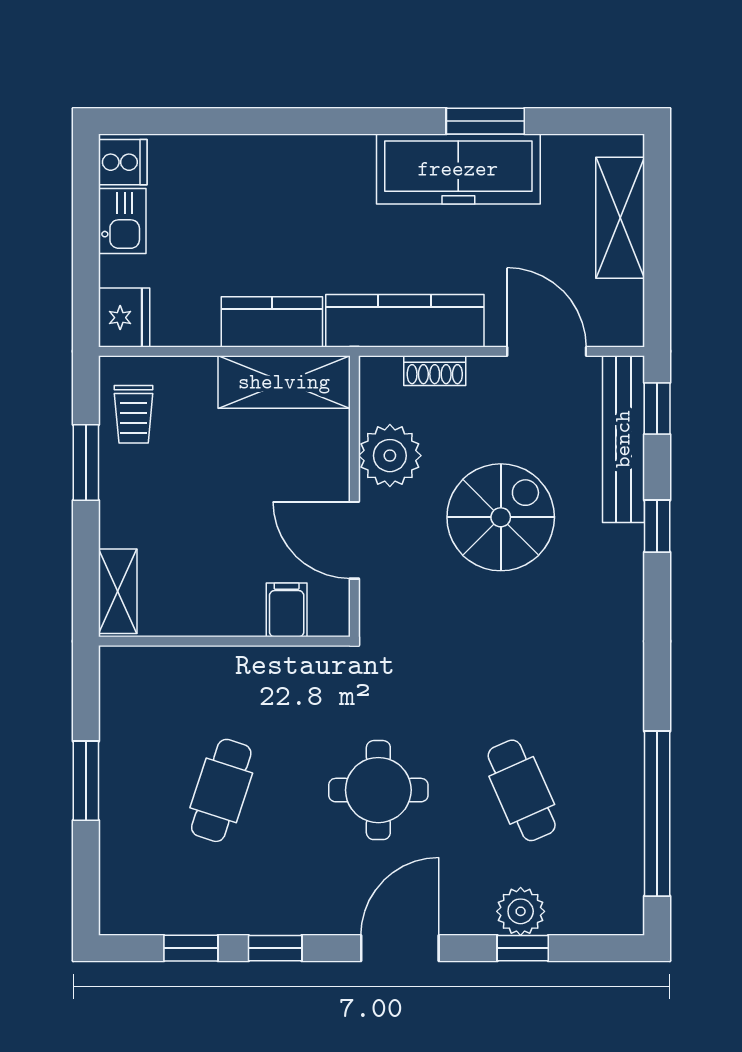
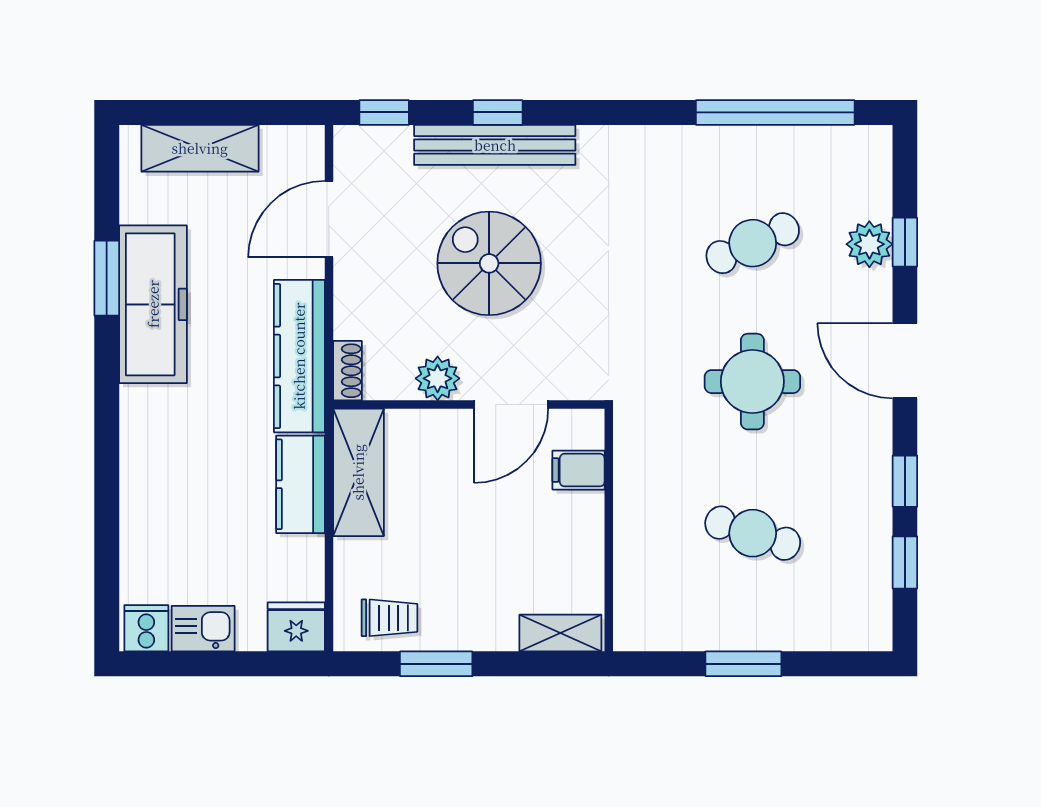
shoe rack: (435, 371) -> (347, 371), moved
bench: (623, 439) -> (495, 145), moved
plant: (390, 456) -> (438, 378), width x0.73, depth x0.73

